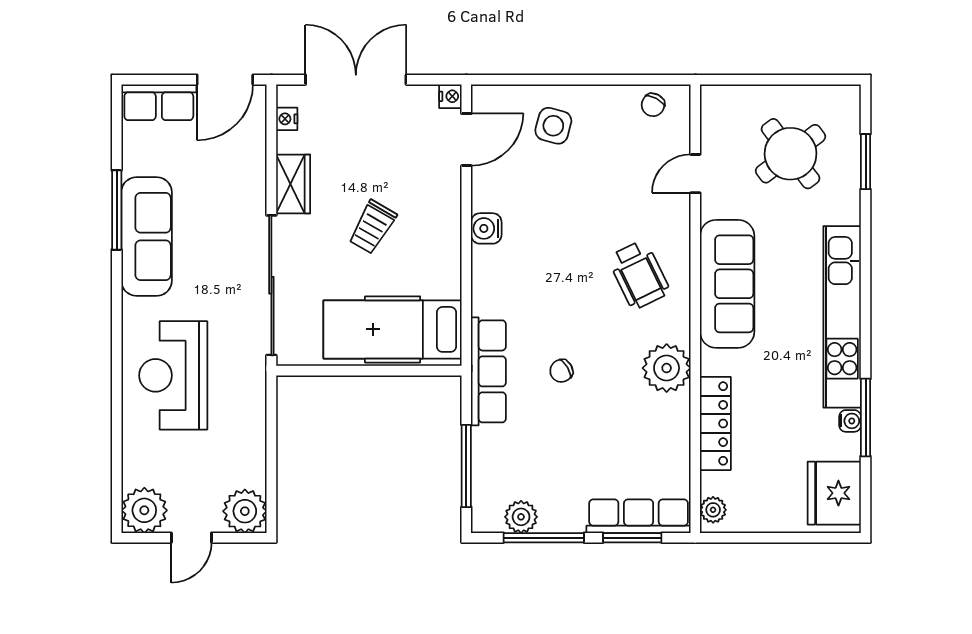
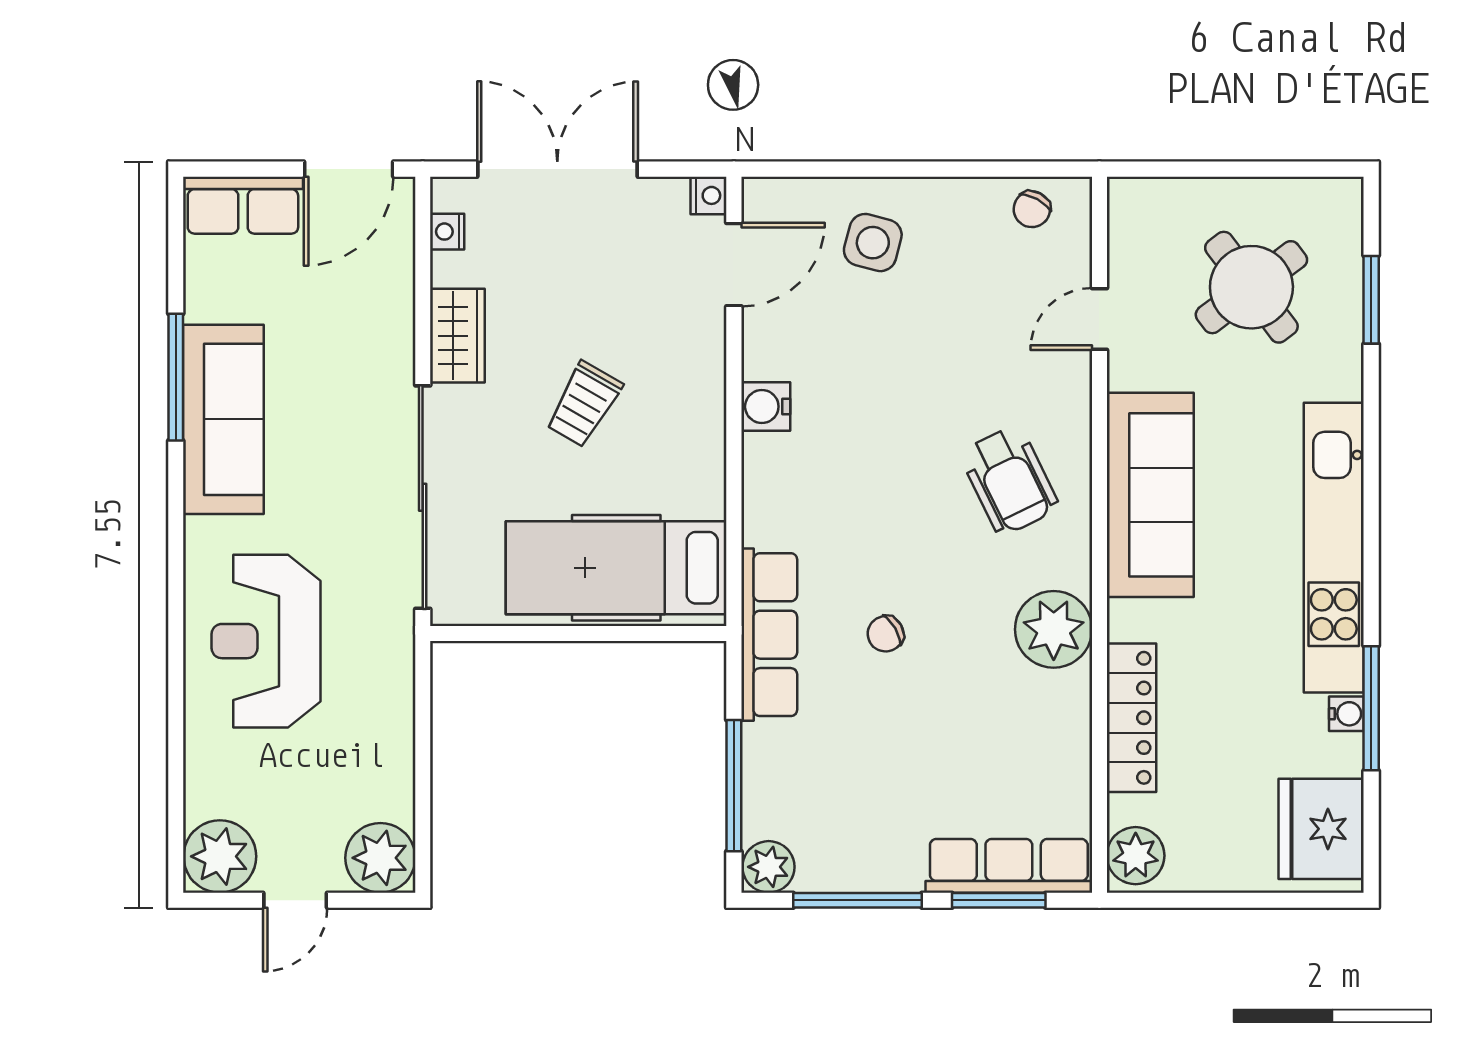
plant: (713, 510) -> (1136, 856), width x1.38, depth x1.38
plant: (521, 517) -> (769, 867), moved

